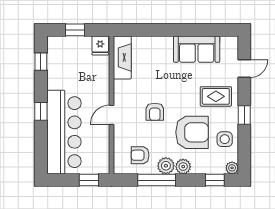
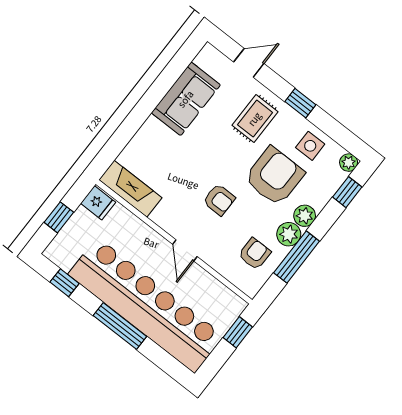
door: (244, 69) -> (249, 63), hinge flipped
window: (41, 111) -> (120, 326), width x2.17
bar counter: (64, 132) -> (146, 305), width x1.36
armchair: (140, 155) -> (255, 254), turned 180

